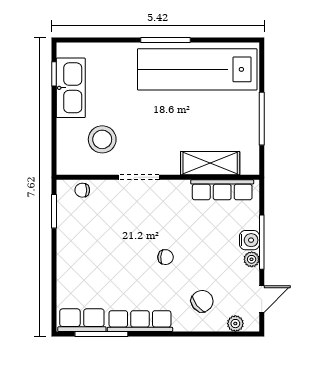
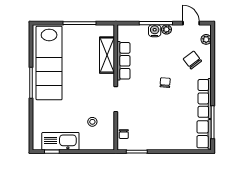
stool: (102, 139) -> (92, 122), width x0.53, depth x0.53
row of seats: (222, 190) -> (124, 61), moved

